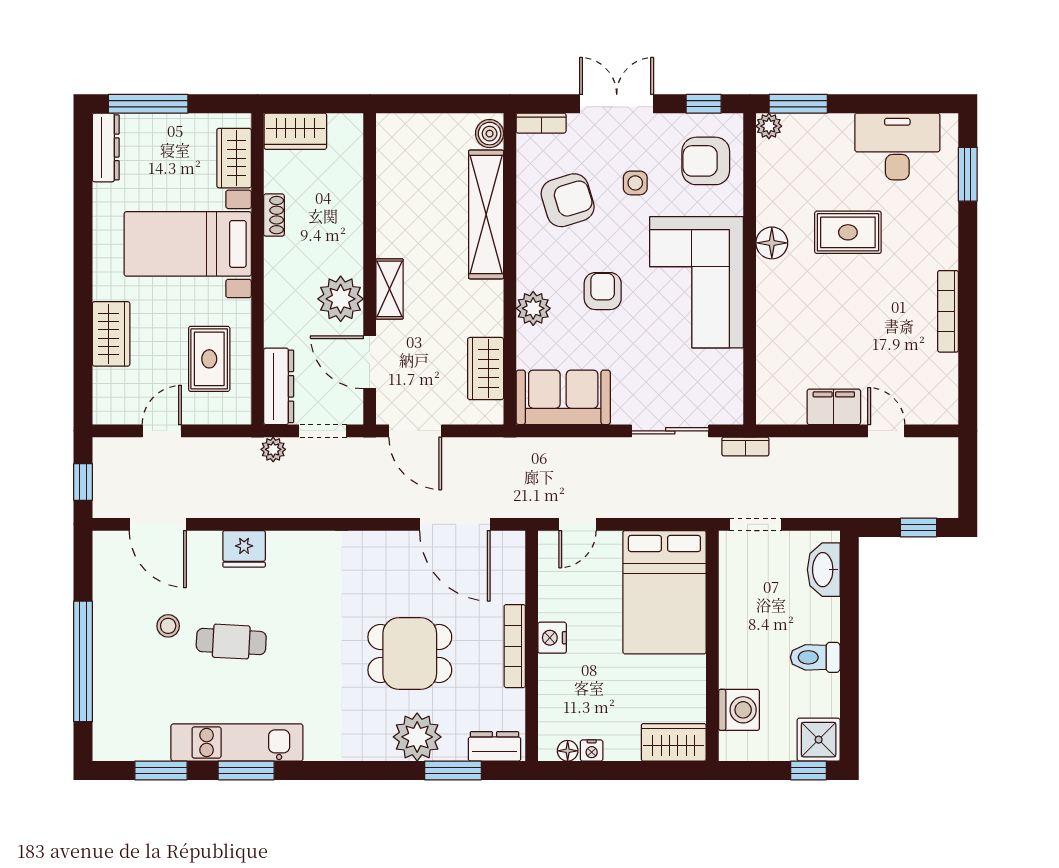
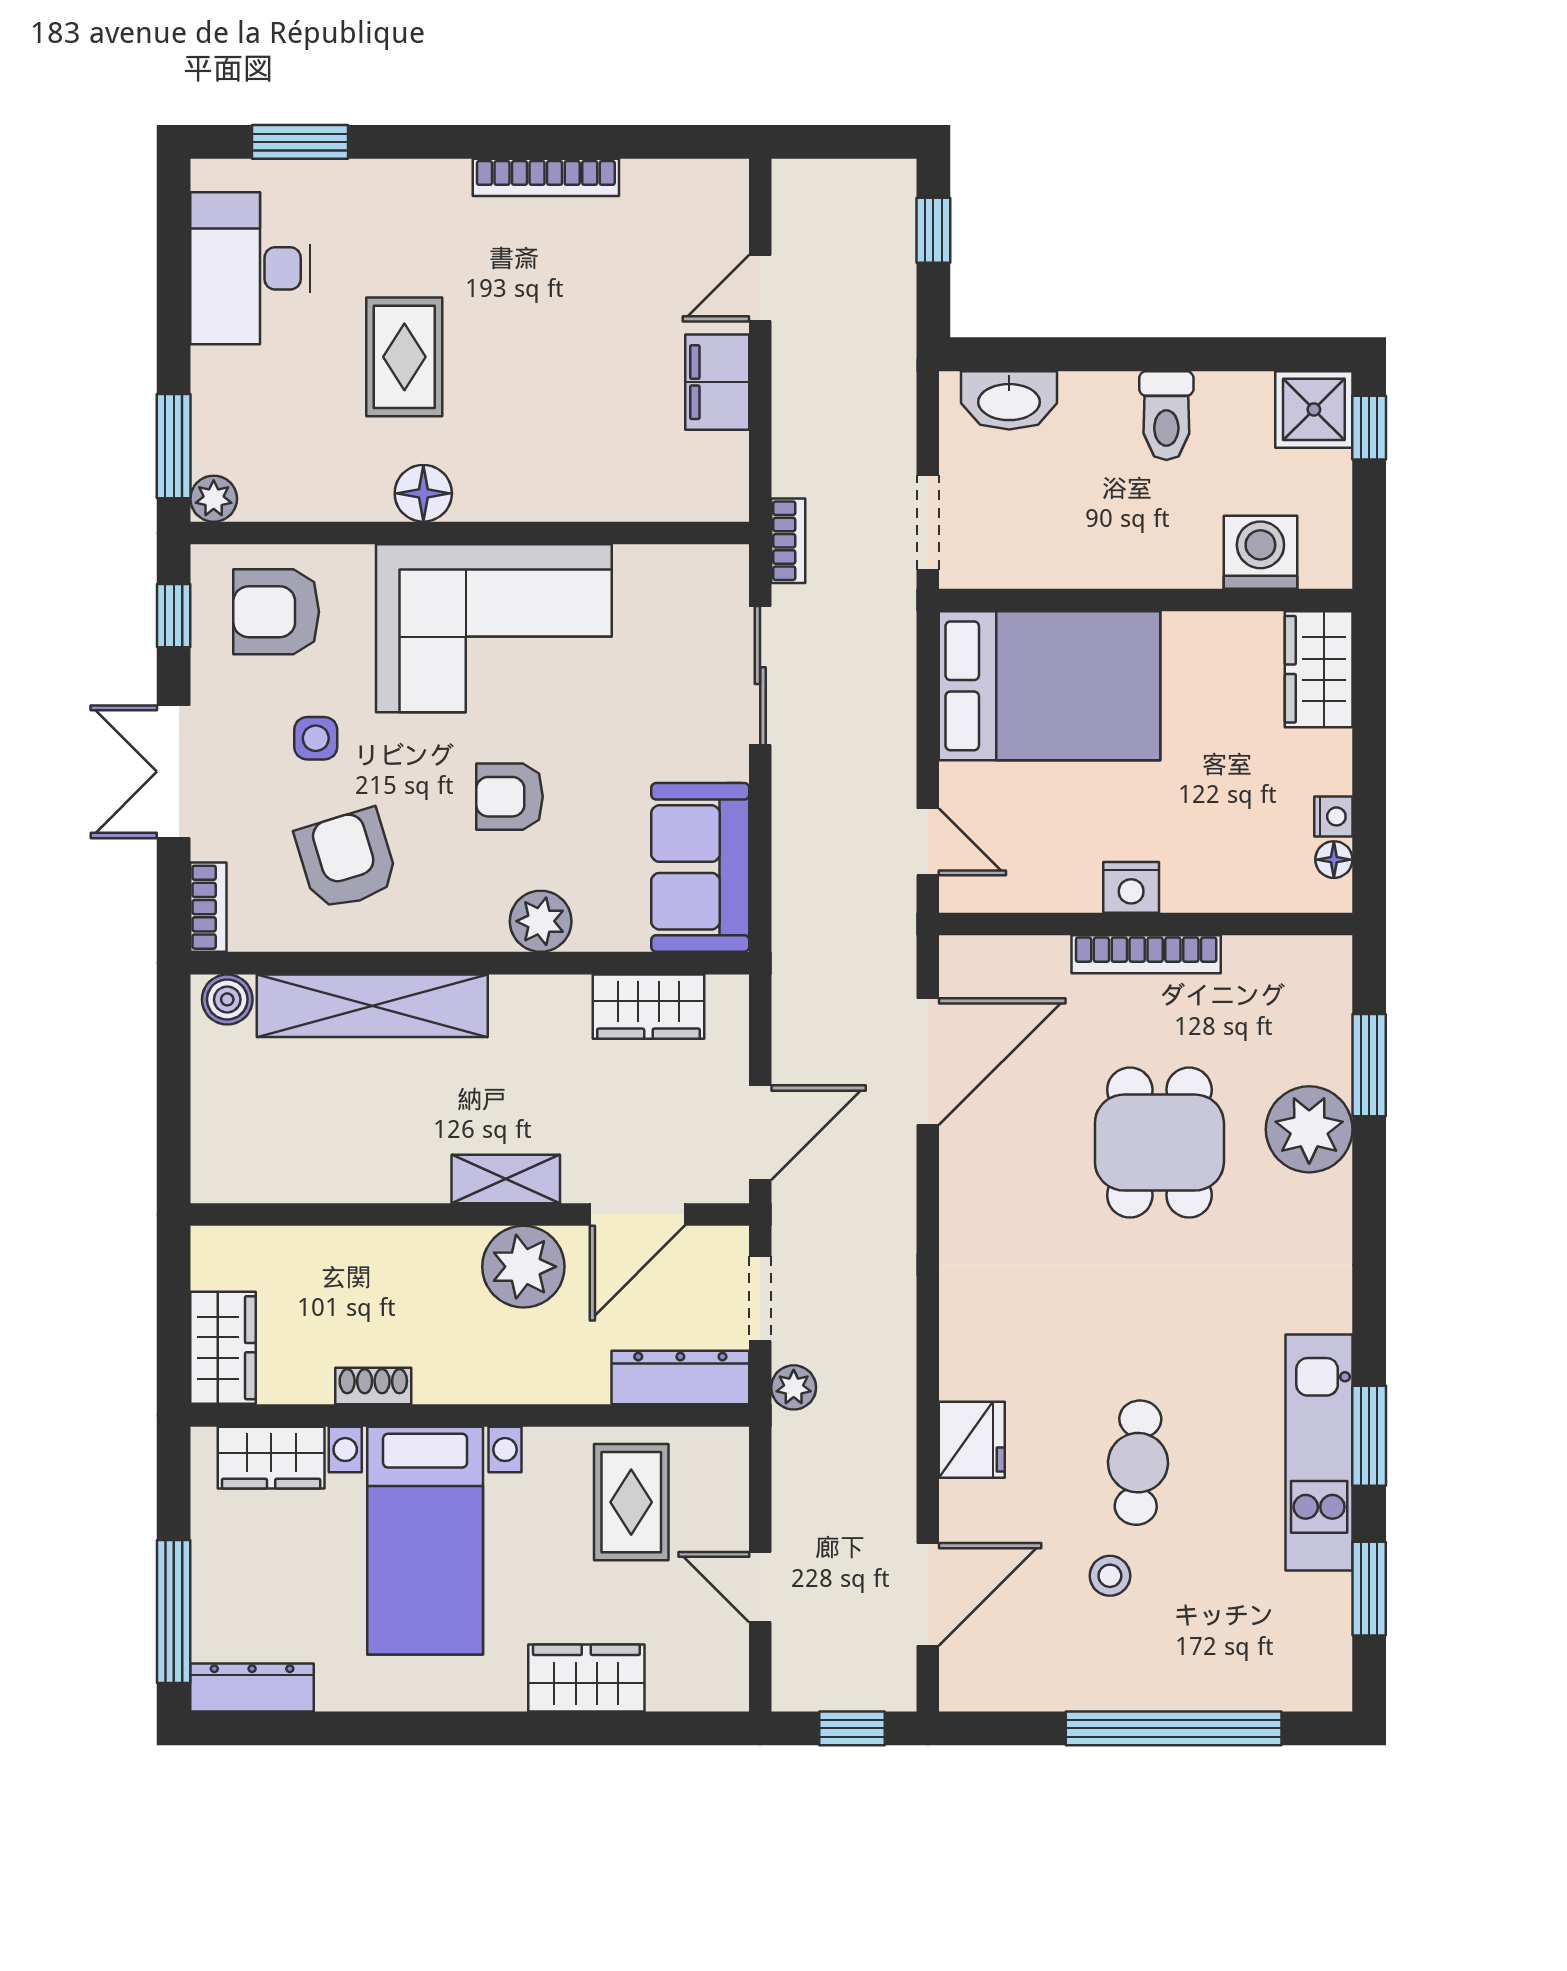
armchair: (706, 161) -> (276, 612), turned 90
rug: (209, 359) -> (631, 1502), turned 90
dresser: (494, 746) -> (1326, 991), removed

